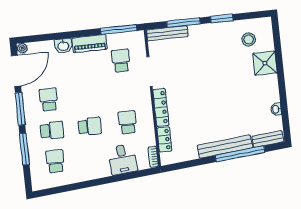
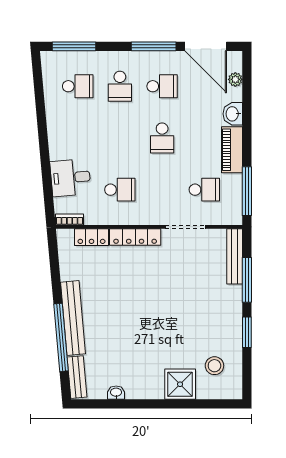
plant: (22, 48) -> (235, 79), moved
school desk: (90, 126) -> (162, 138), moved
window: (24, 149) -> (74, 46), moved

